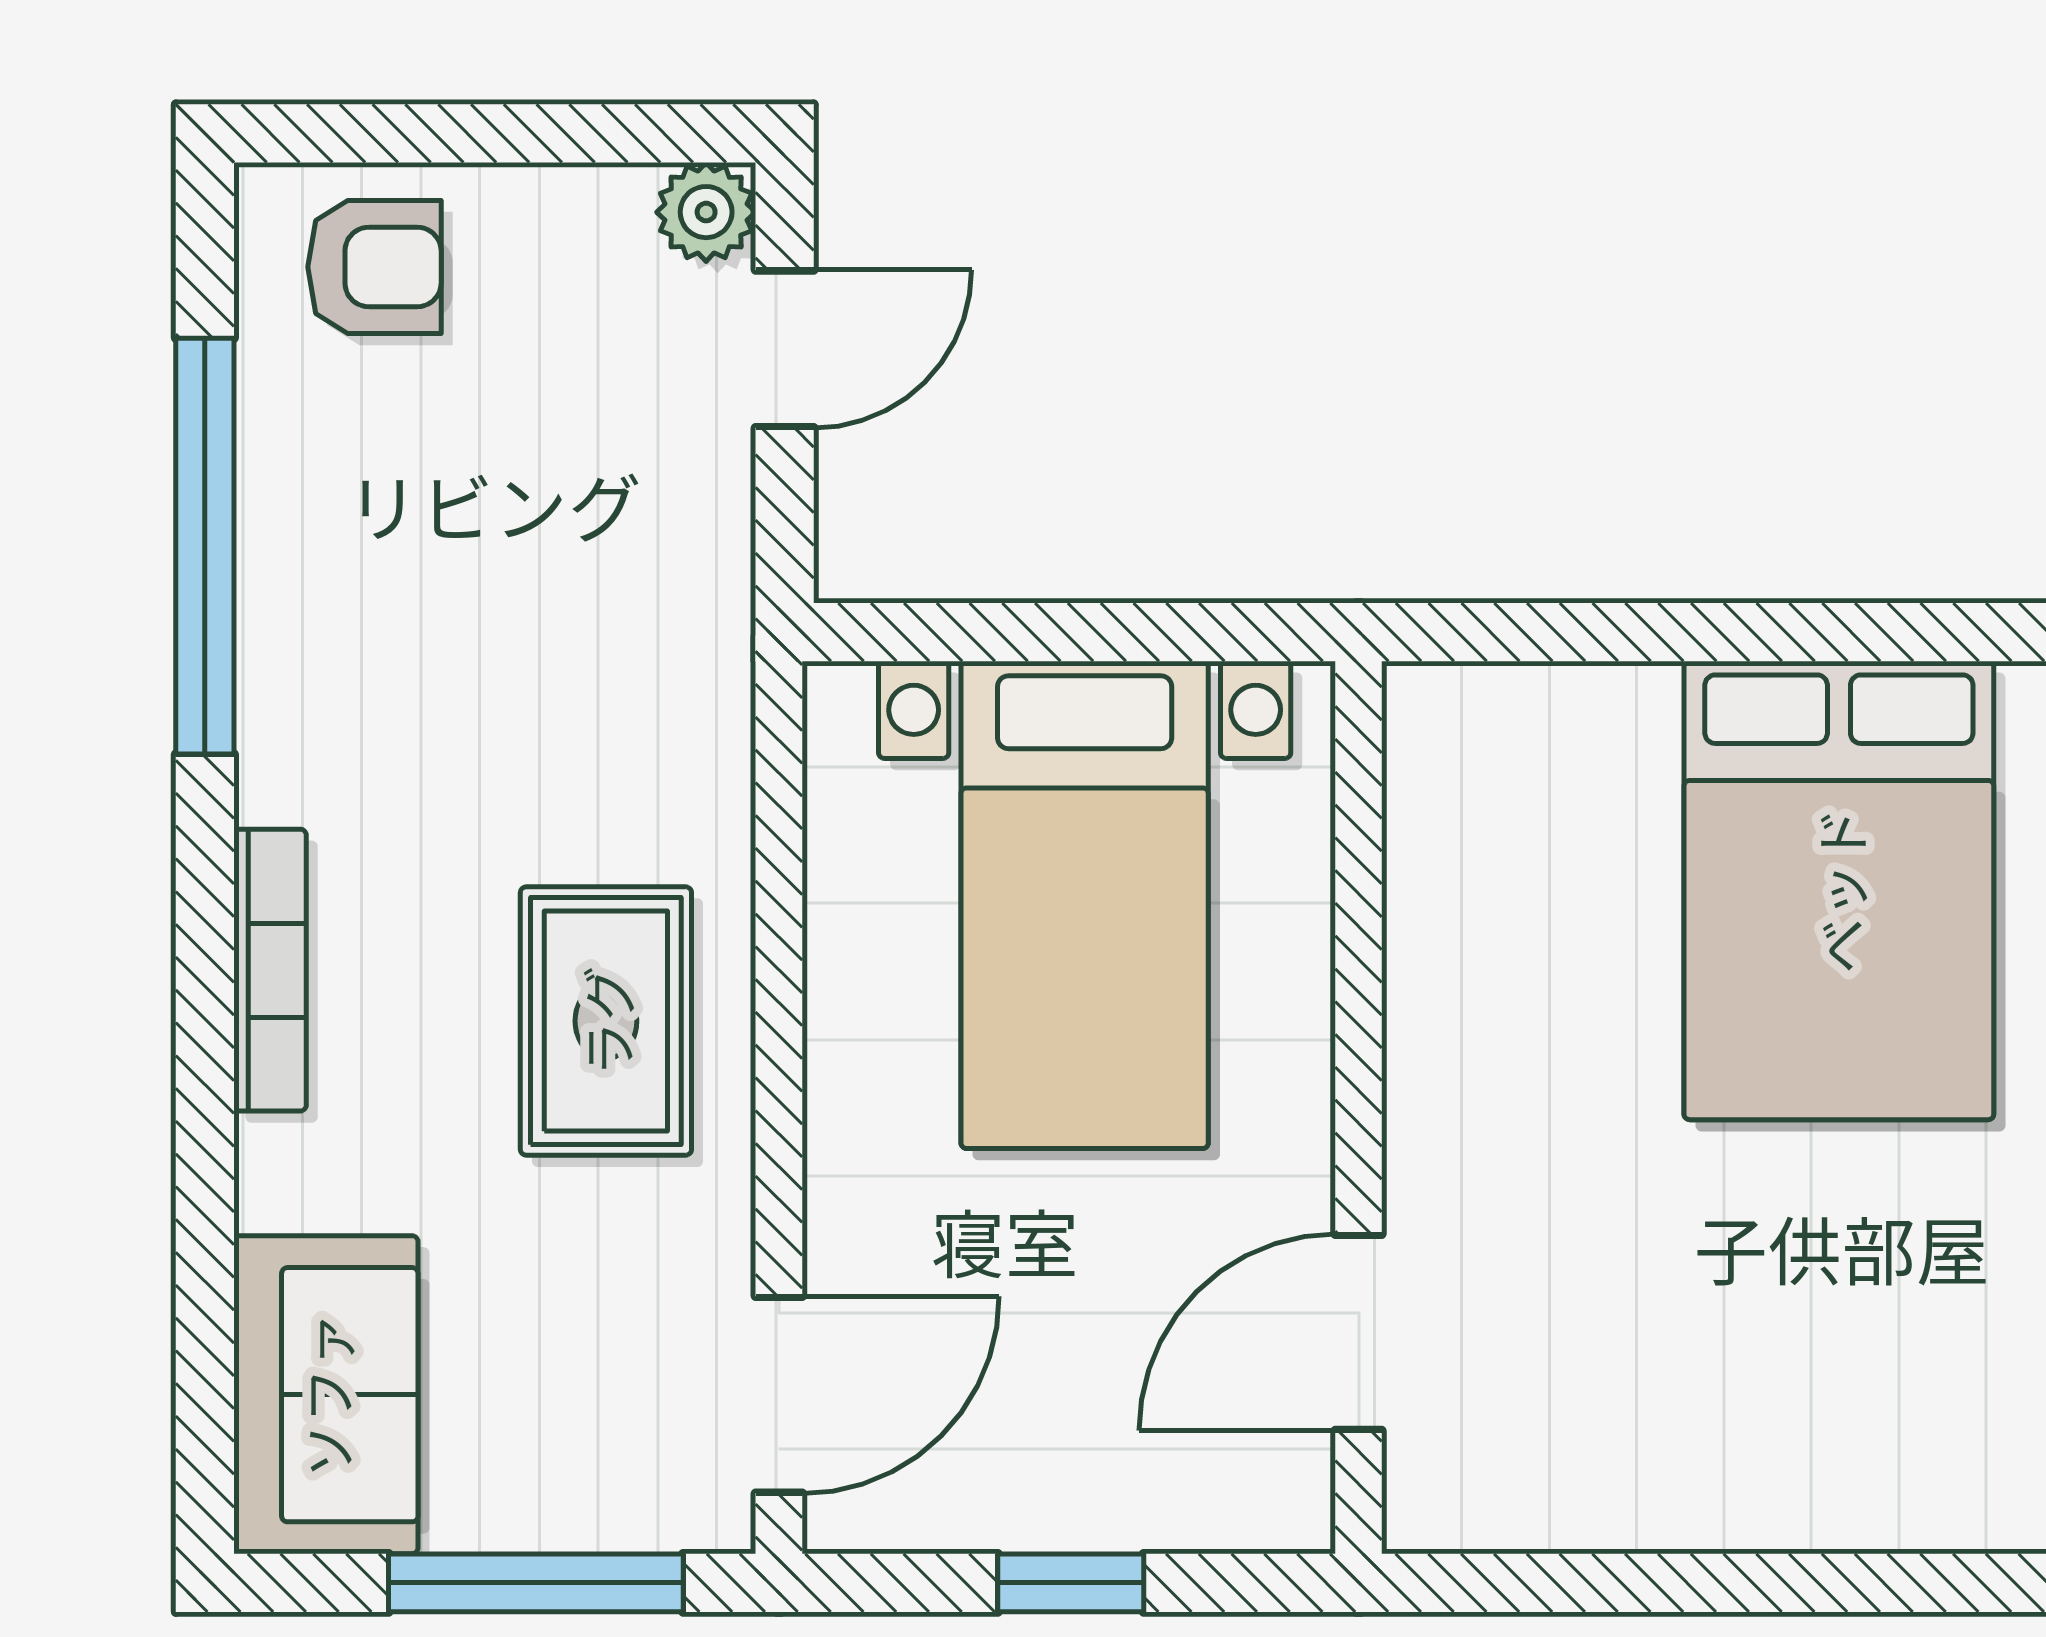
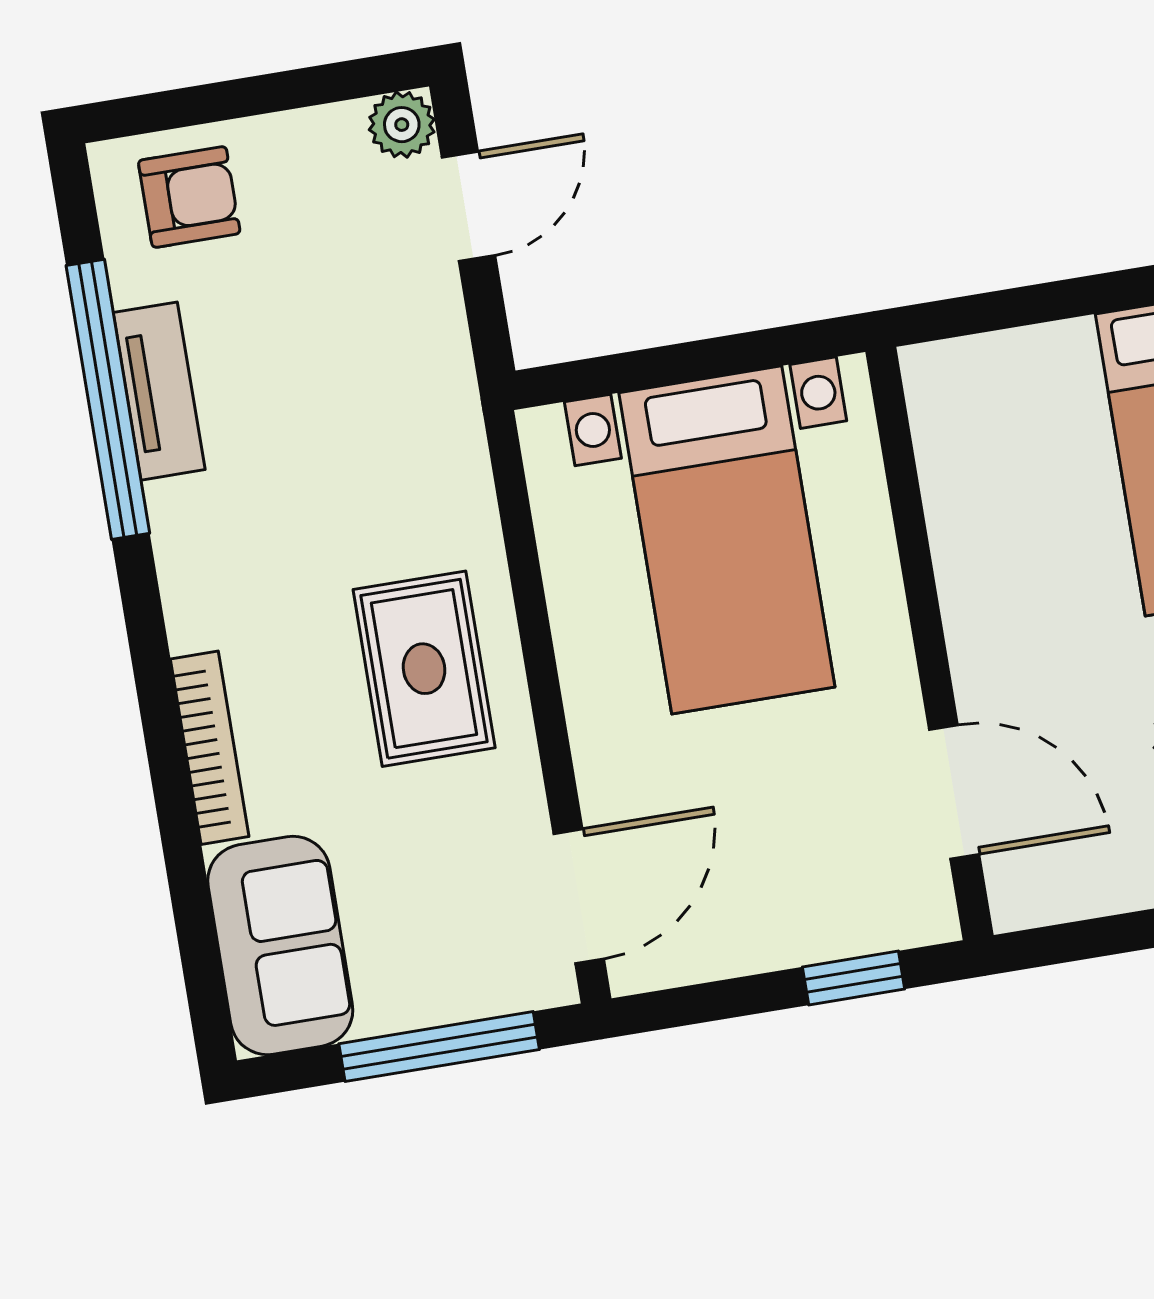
tv unit: (283, 546) -> (159, 391), added
bookcase: (270, 970) -> (210, 748), moved
door: (1359, 1332) -> (954, 792), swing flipped
window: (1071, 1583) -> (854, 978), moved

